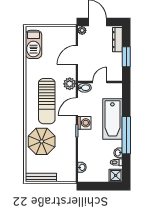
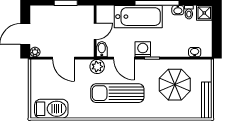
dresser: (117, 40) -> (46, 11), removed
door: (100, 82) -> (95, 31), swing flipped
sun lounger: (47, 101) -> (117, 93), turned 180
parasol: (42, 141) -> (175, 85), moved

